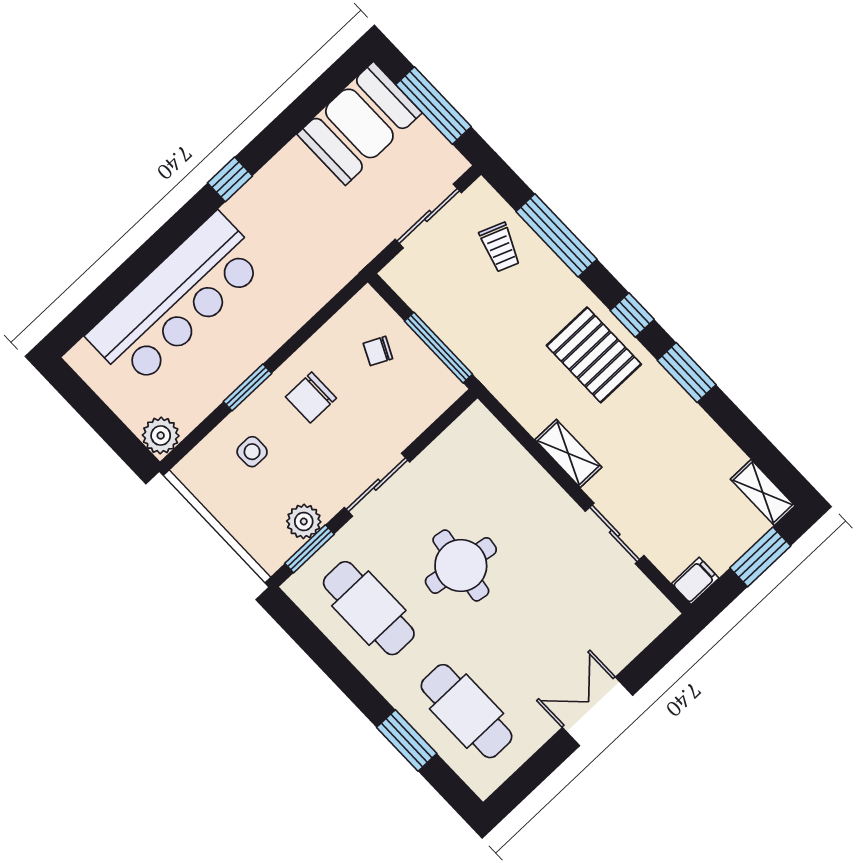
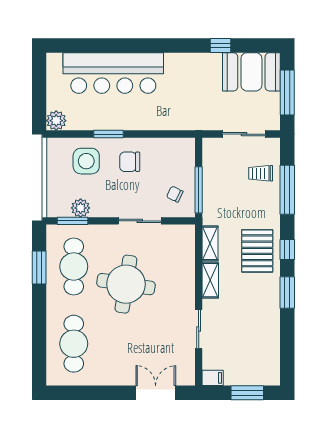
window: (230, 179) -> (221, 45), moved
trolley: (500, 247) -> (261, 173), turned 69
chair: (378, 351) -> (175, 194), moved
side table: (252, 452) -> (86, 161), width x1.87, depth x1.87
sliding door: (377, 485) -> (140, 221), moved
shelving: (763, 492) -> (210, 243), moved
round table: (461, 566) -> (126, 284), width x1.36, depth x1.36
double door: (598, 711) -> (156, 393), moved
window: (407, 740) -> (39, 267), moved

